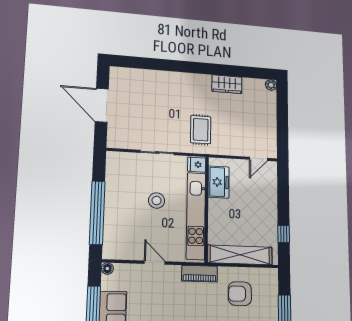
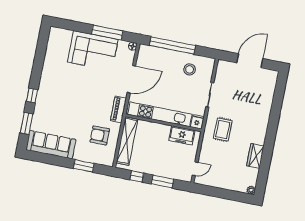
rug: (201, 130) -> (223, 129), turned 90
door: (258, 159) -> (195, 169), swing flipped
window: (283, 199) -> (163, 181), added
stool: (157, 201) -> (190, 69), moved
door: (155, 263) -> (131, 79), width x1.88
armchair: (240, 294) -> (100, 135), turned -90

